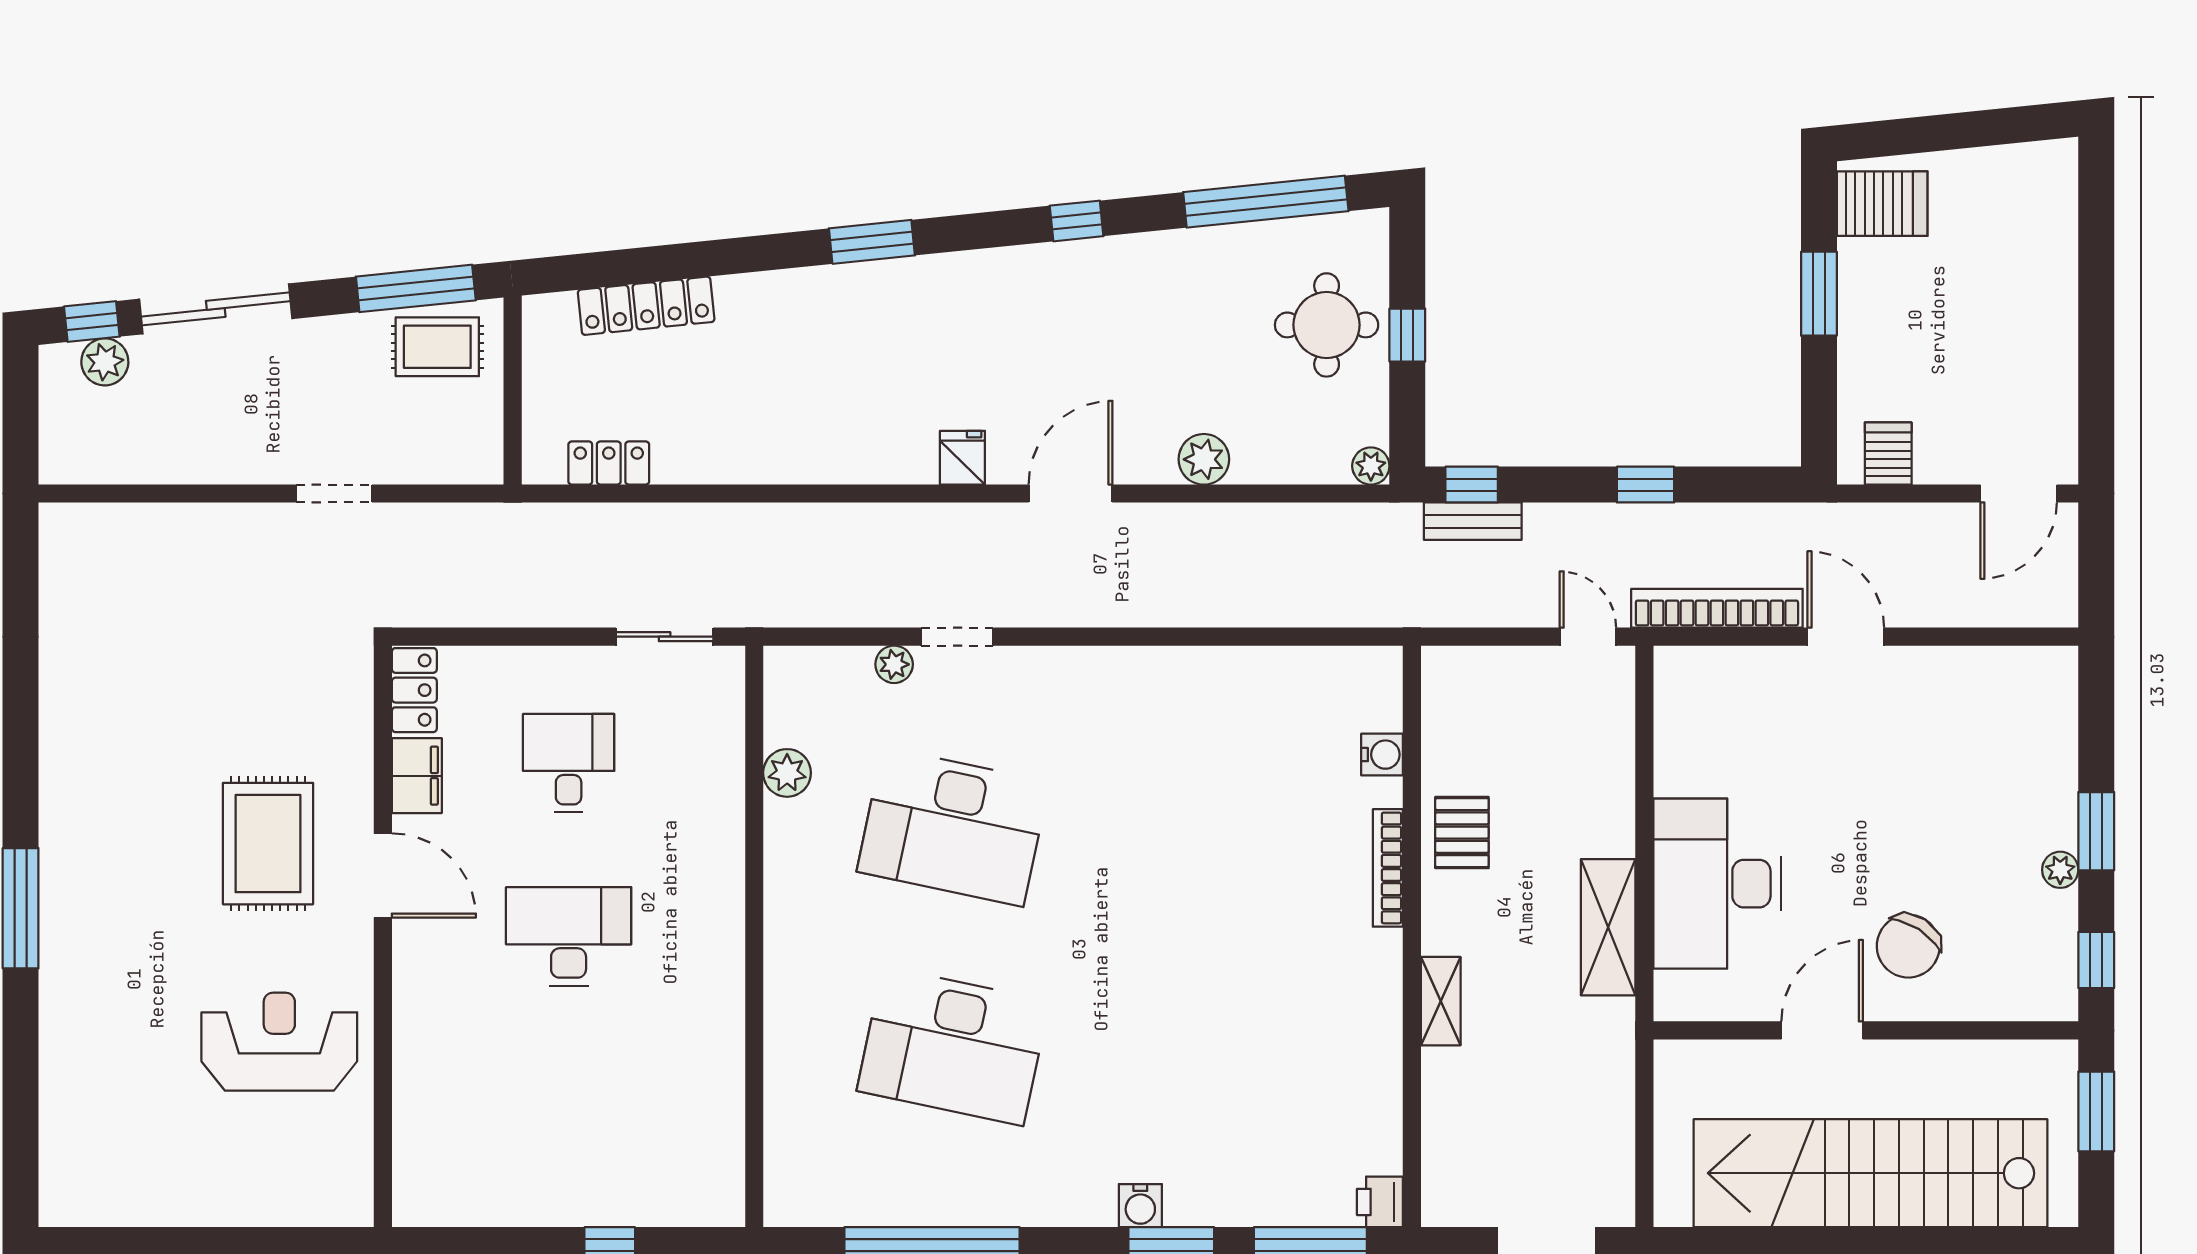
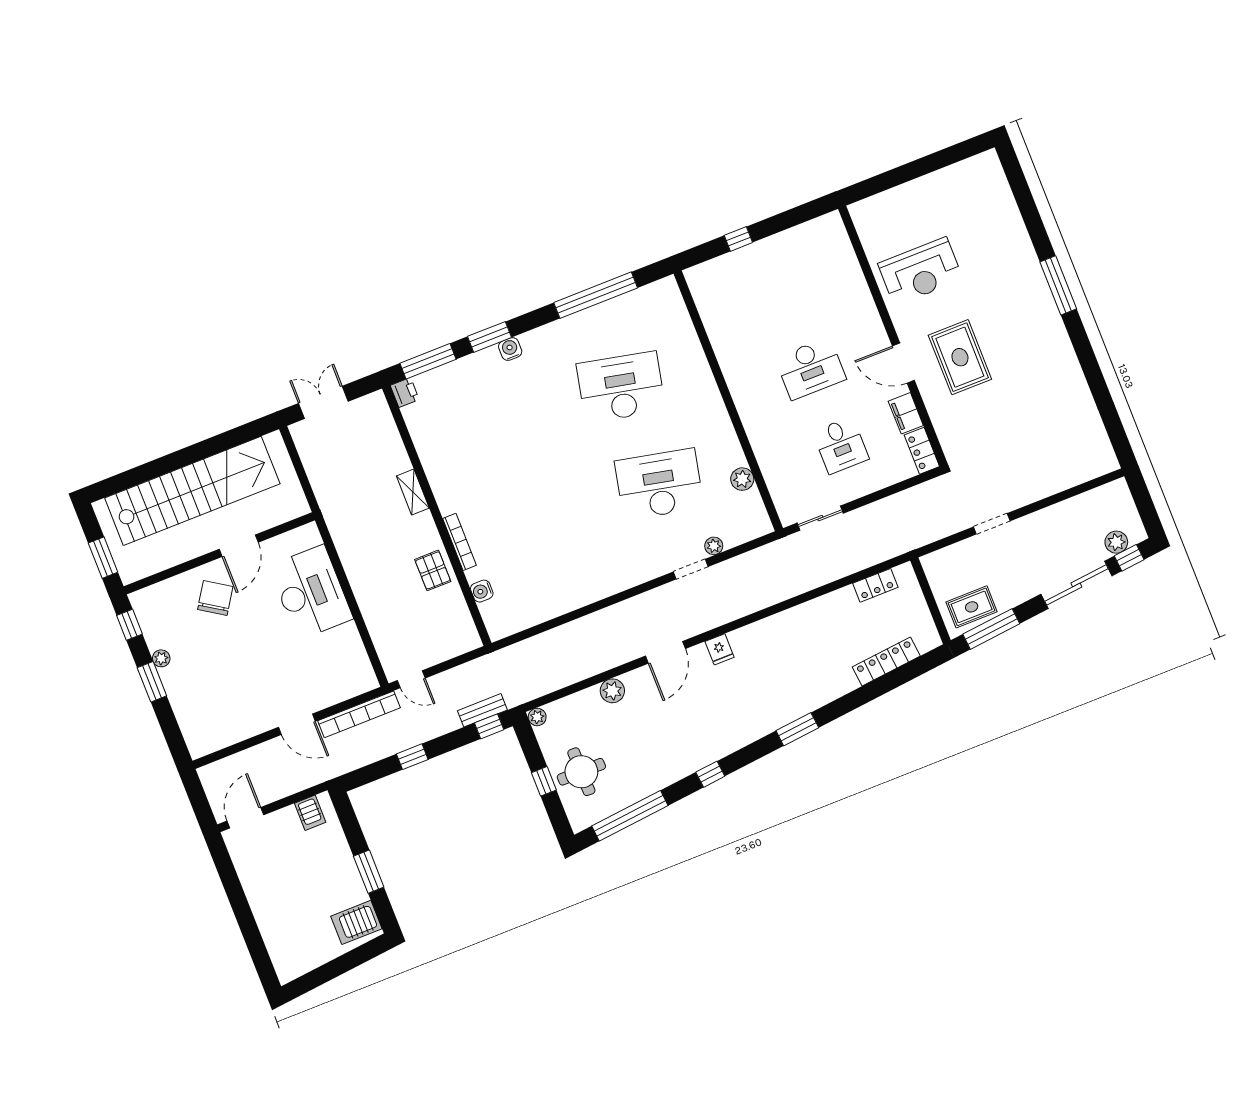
shelving: (1608, 927) -> (351, 554), removed

